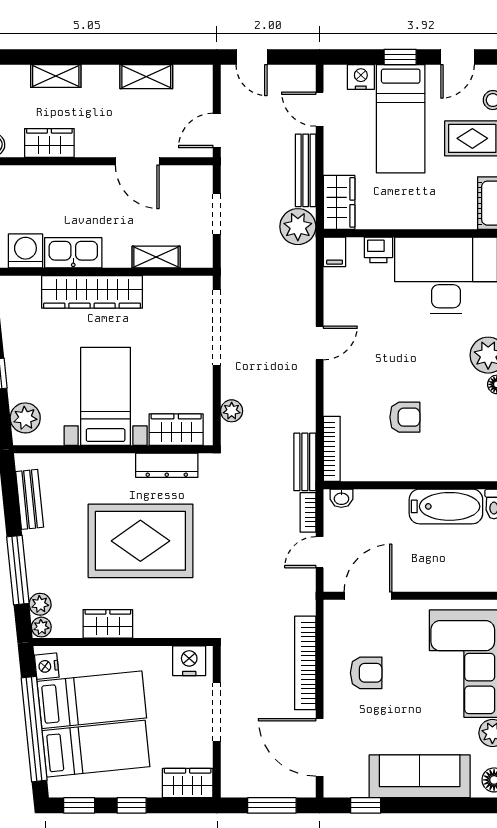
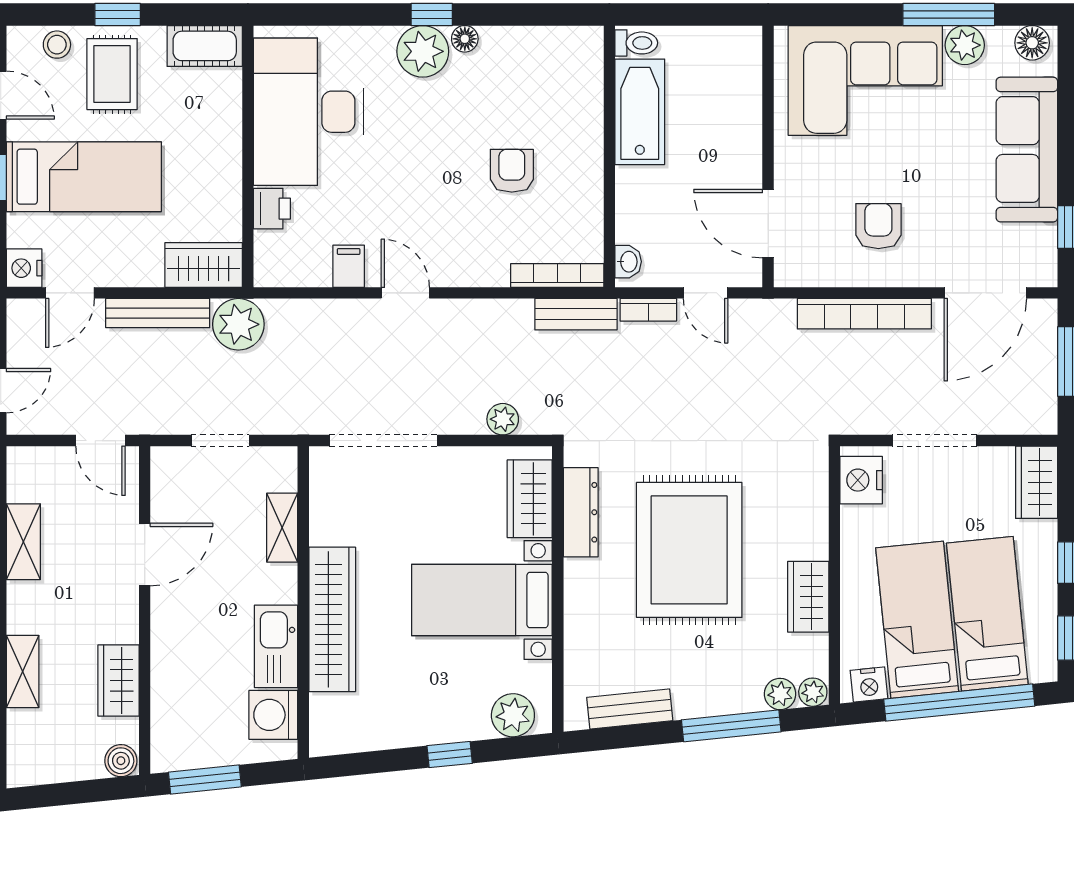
nightstand: (361, 77) -> (24, 268), moved
filing cabinet: (335, 252) -> (349, 266), moved, turned -90

